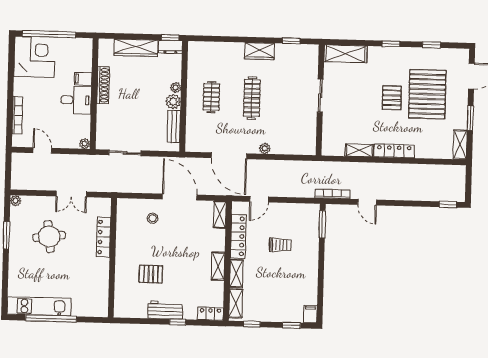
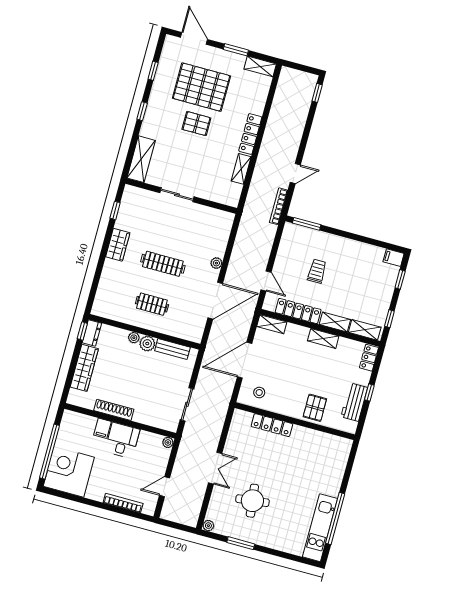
locker: (103, 237) -> (272, 425), moved
wall: (112, 258) -> (295, 421), moved

